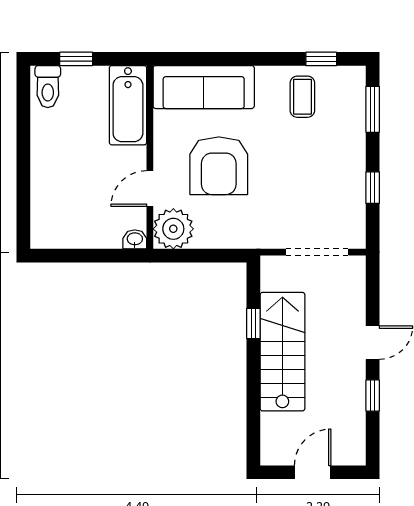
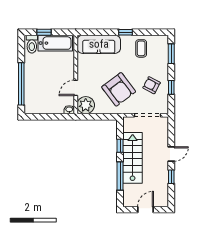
window: (321, 59) -> (126, 32), moved
bathtub: (128, 105) -> (55, 43), moved, turned -90
armchair: (219, 166) -> (119, 89), moved, turned -37
window: (23, 179) -> (21, 84), added
armchair: (327, 182) -> (152, 85), added
window: (253, 394) -> (120, 176), added

